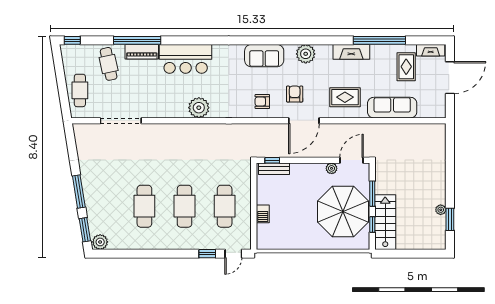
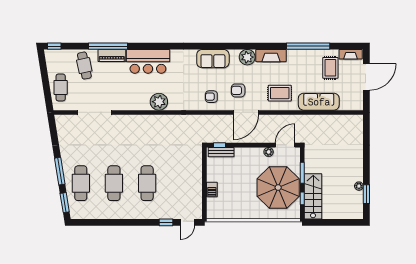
fireplace: (351, 52) -> (271, 56), moved
armchair: (295, 94) -> (238, 90), turned -90
cafe table: (225, 206) -> (81, 183), moved
plant: (100, 242) -> (77, 213), removed

